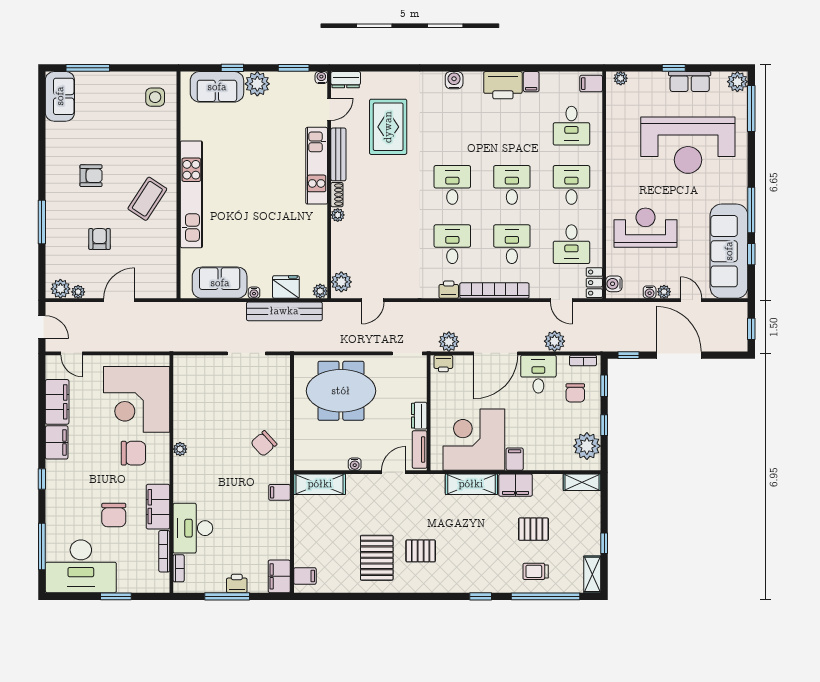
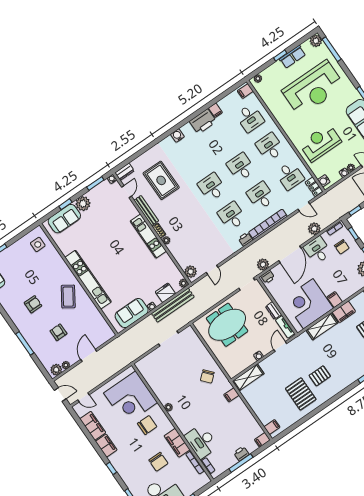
kitchen unit: (317, 166) -> (148, 236), moved
filing cabinet: (279, 576) -> (262, 440), width x0.50

